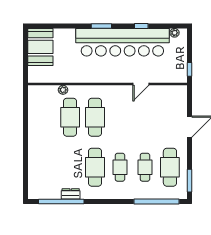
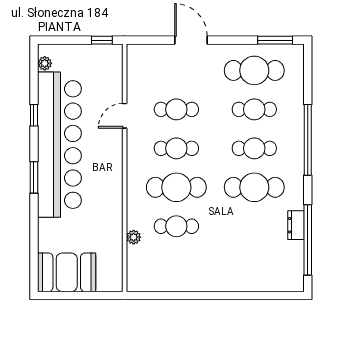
door: (141, 84) -> (125, 116), swing flipped
cafe table: (70, 117) -> (176, 226), width x0.73, depth x0.74
cafe table: (120, 117) -> (176, 148), added
cafe table: (145, 117) -> (176, 109), added
window: (156, 202) -> (308, 140), moved

